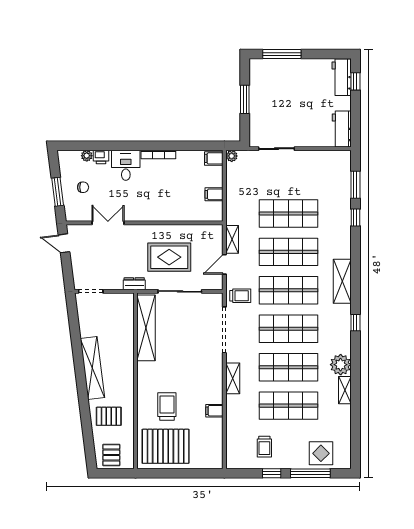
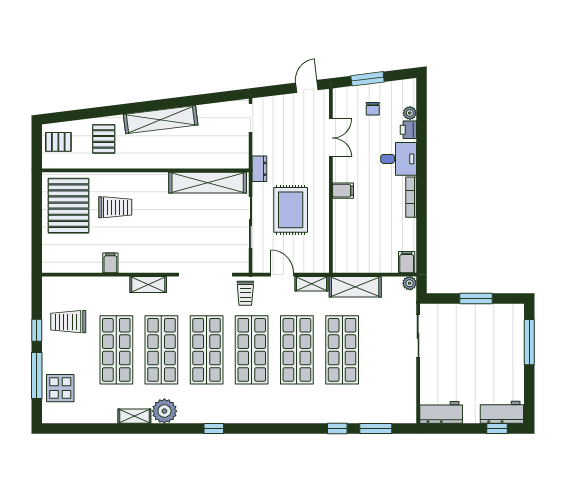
filing cabinet: (214, 194) -> (343, 191), moved, turned 90
shelving: (342, 281) -> (355, 287), moved
trolley: (264, 447) -> (68, 322), width x1.36, depth x1.39

